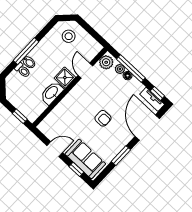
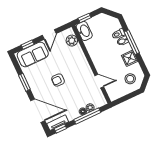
plant: (106, 62) -> (72, 41), moved
shower: (65, 78) -> (130, 58), moved
washbasin: (52, 93) -> (84, 31), moved

